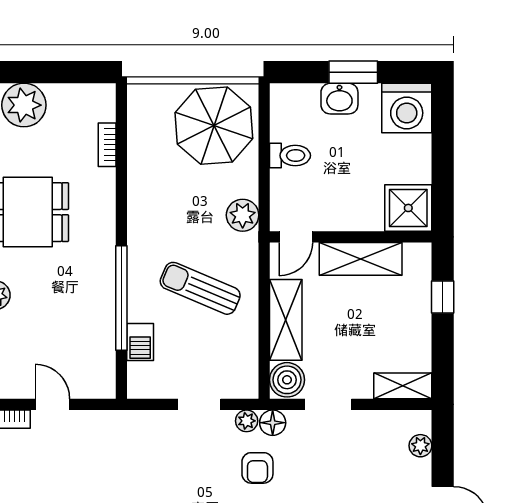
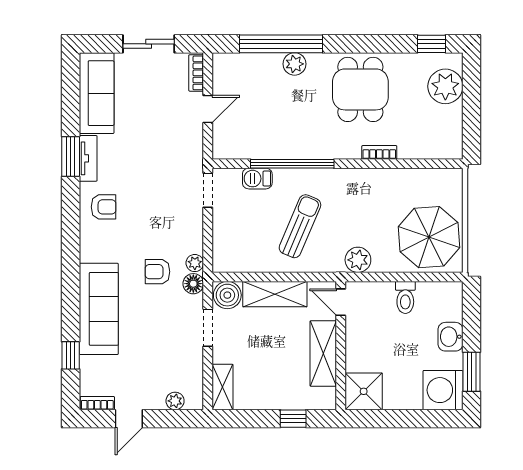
window: (353, 72) -> (471, 372), moved
bookcase: (107, 145) -> (379, 152), moved
doorway: (199, 404) -> (208, 190), moved

